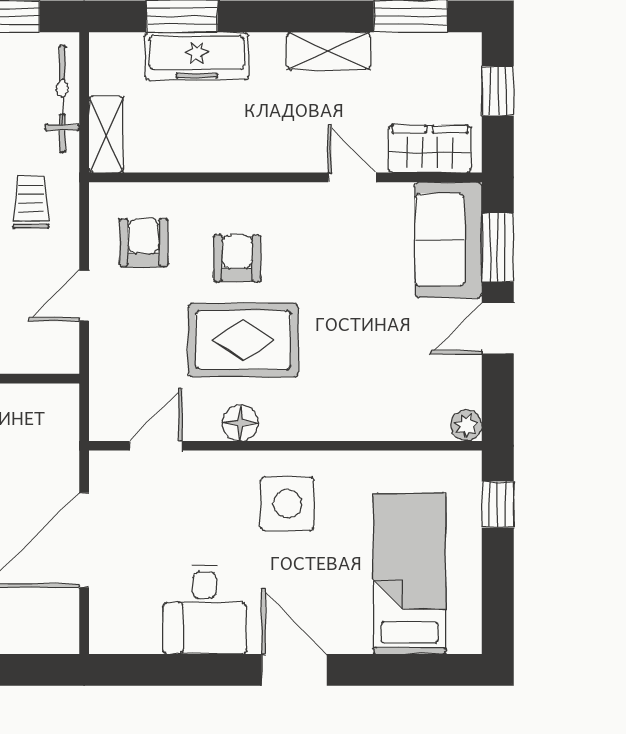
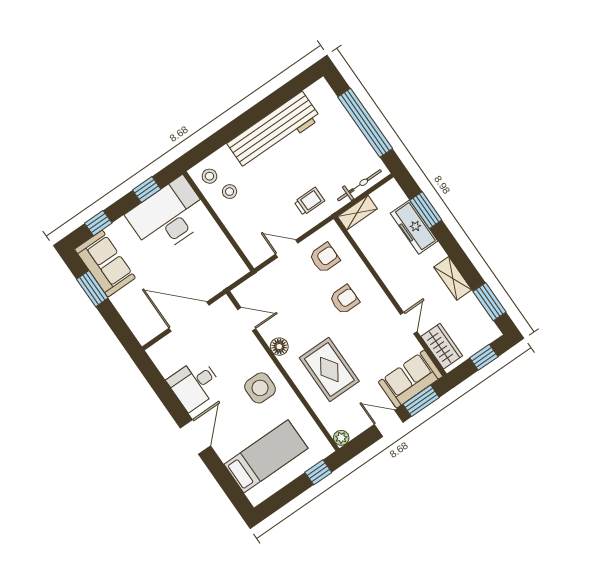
rug: (243, 340) -> (329, 369), moved

